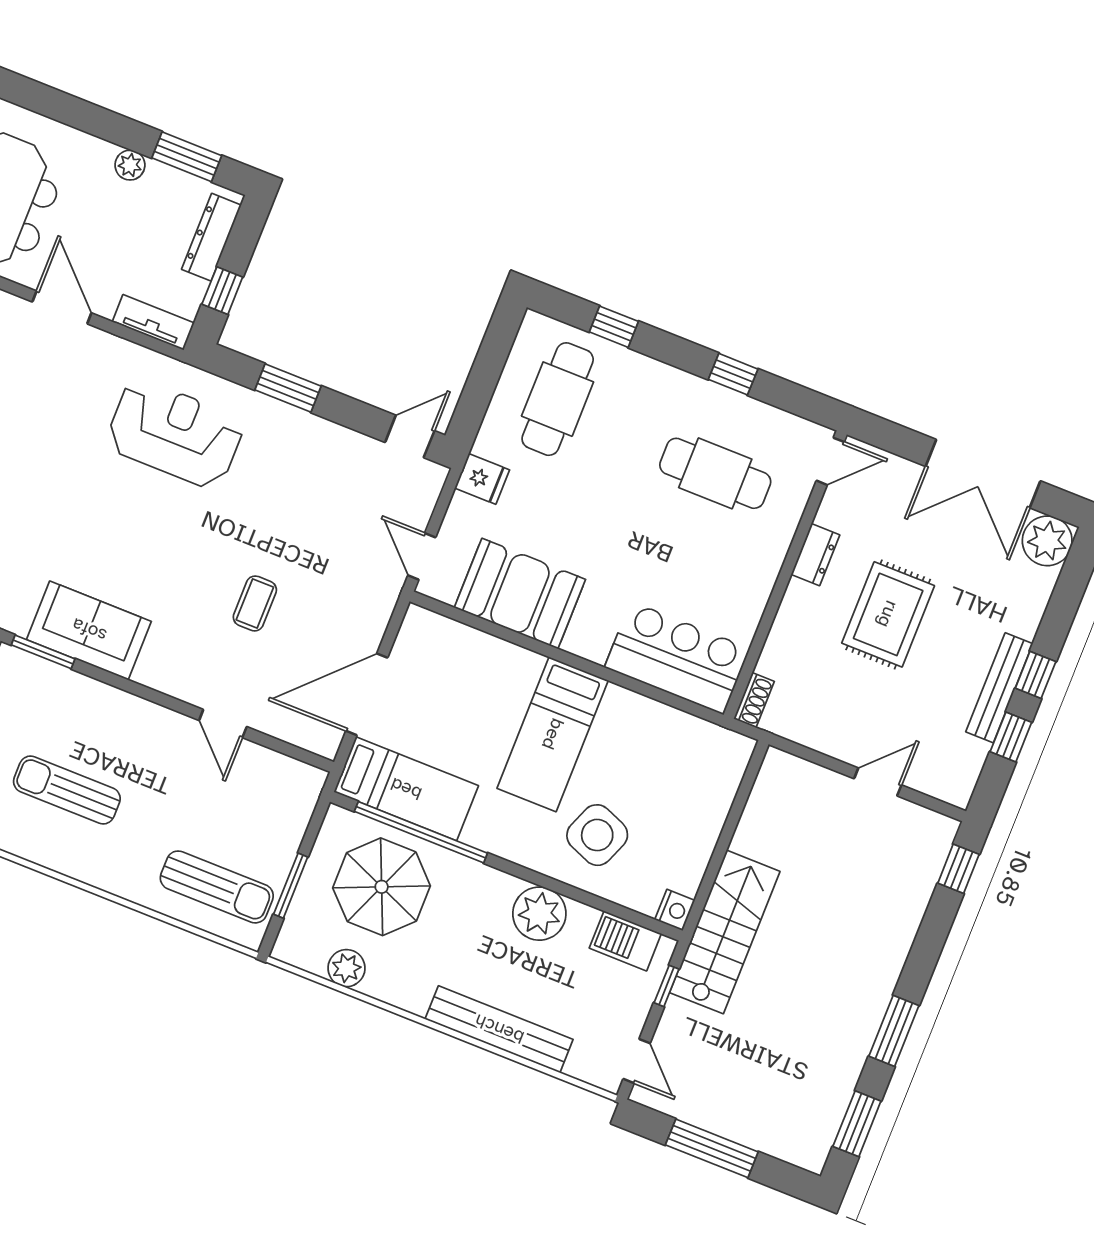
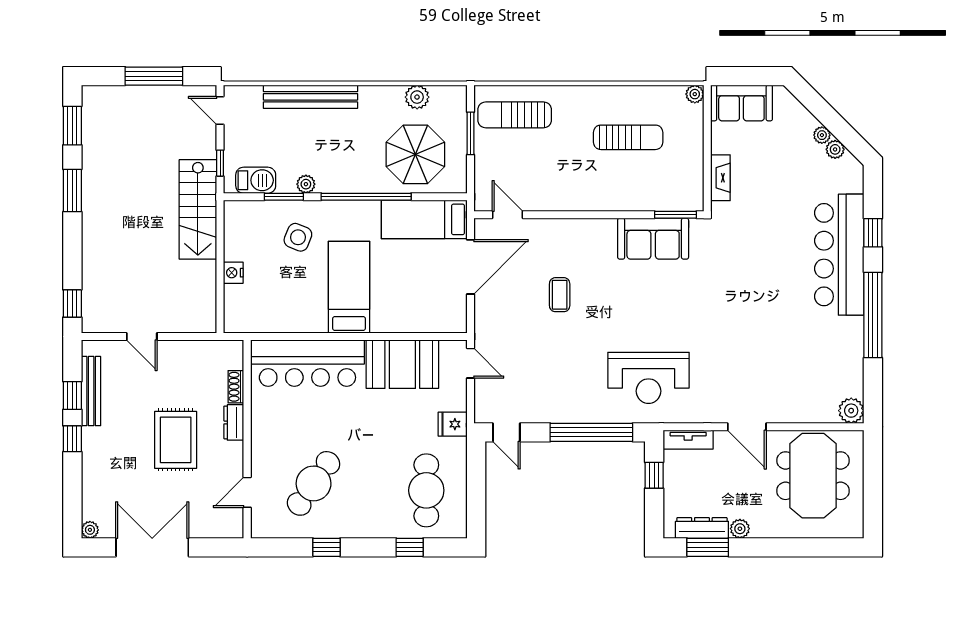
dresser: (211, 237) -> (702, 528), moved, turned -90
window: (288, 388) -> (591, 432), width x2.11
door: (410, 436) -> (506, 432), hinge flipped
door: (830, 461) -> (247, 492), moved
cafe table: (715, 473) -> (314, 483), turned -55
plant: (1047, 541) -> (90, 530), width x0.53, depth x0.53
dresser: (815, 555) -> (234, 422), moved
bar counter: (677, 658) -> (307, 363), width x1.36
bench: (999, 688) -> (91, 391), moved
shoe rack: (754, 700) -> (236, 387), moved
door: (223, 723) -> (508, 215), moved
door: (878, 782) -> (142, 337), hinge flipped
window: (421, 832) -> (366, 197), moved
side table: (597, 835) -> (298, 237), width x0.73, depth x0.73
window: (594, 901) -> (284, 197), added
nightstand: (675, 910) -> (233, 273), moved
plant: (539, 914) -> (306, 184), width x0.53, depth x0.53

